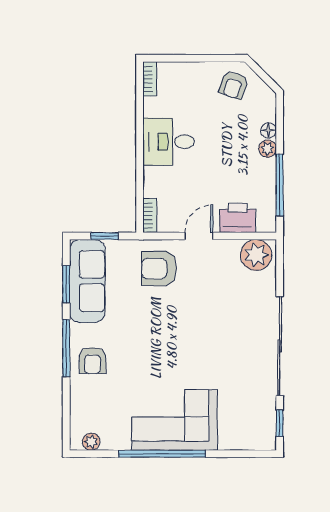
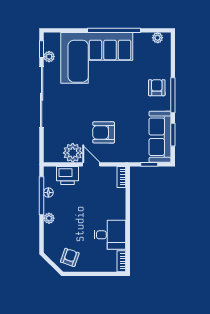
floor lamp: (269, 130) -> (48, 193), moved
desk: (169, 142) -> (110, 235), moved
door: (199, 236) -> (91, 164), swing flipped
plant: (256, 255) -> (73, 153), moved
armchair: (159, 269) -> (104, 132), moved, turned 180
plant: (267, 411) -> (49, 57), added
corner sofa: (174, 420) -> (97, 58), width x1.36, depth x1.36

